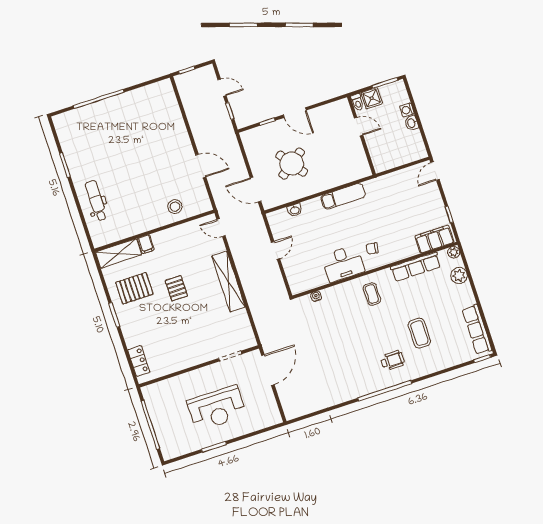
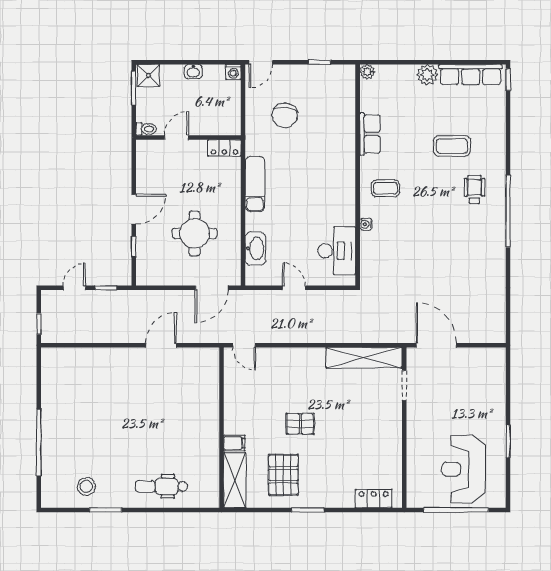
shower: (372, 98) -> (148, 75), moved
washing machine: (407, 110) -> (233, 72), moved
round table: (292, 164) -> (195, 233), turned 36
locker: (362, 165) -> (224, 148), added
door: (435, 171) -> (261, 62), hinge flipped
stool: (175, 207) -> (86, 486), moved
washbasin: (295, 210) -> (255, 248), width x1.91, depth x1.45
door: (221, 228) -> (244, 345), hinge flipped
filing cabinet: (434, 239) -> (344, 90), removed
chair: (372, 248) -> (285, 115), moved, width x1.87, depth x1.87
desk: (343, 263) -> (337, 251), moved
row of seats: (416, 267) -> (370, 134), width x0.68
plant: (459, 275) -> (427, 75), moved
shelving: (228, 282) -> (364, 358), moved
water cooler: (316, 296) -> (366, 224), moved
reception desk: (217, 408) -> (464, 469), moved, turned 180

